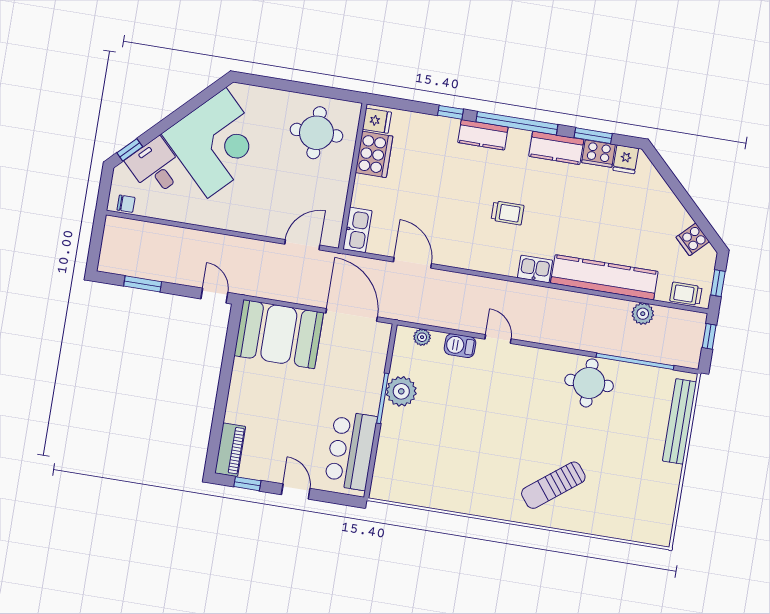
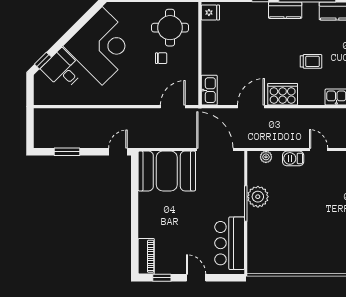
cooker: (374, 154) -> (283, 94), moved, turned -90
chair: (126, 204) -> (161, 58), moved
door: (412, 263) -> (251, 107), hinge flipped
door: (214, 296) -> (118, 152), hinge flipped

